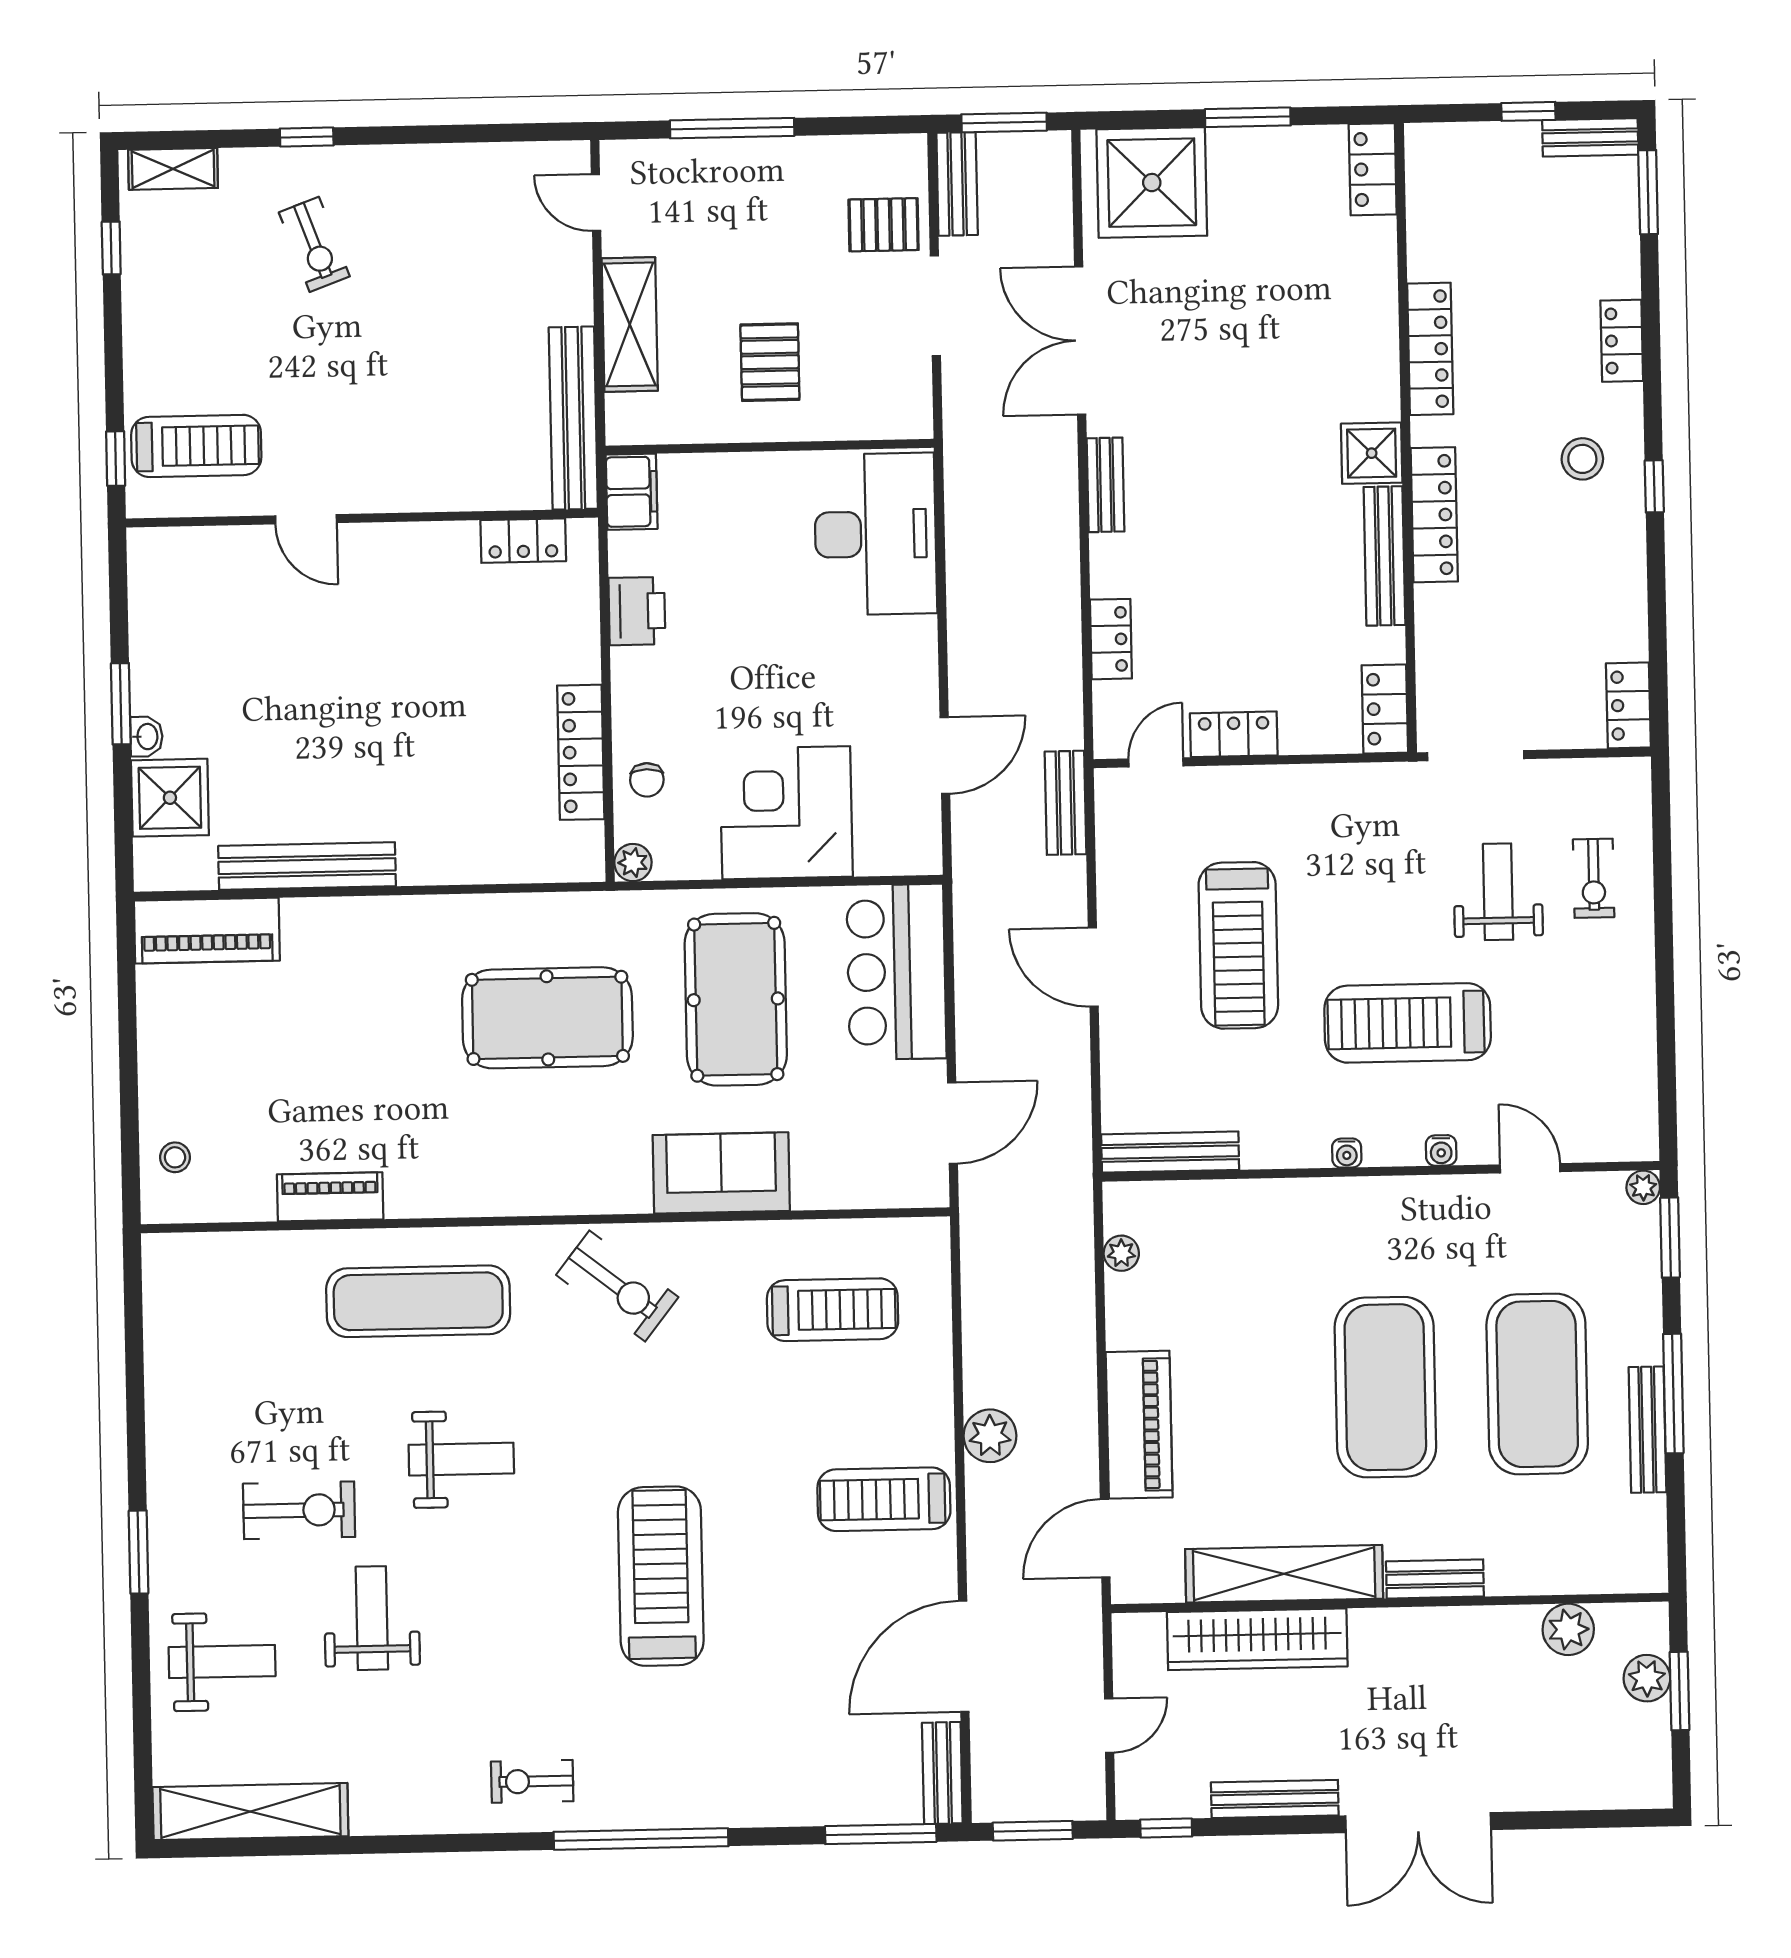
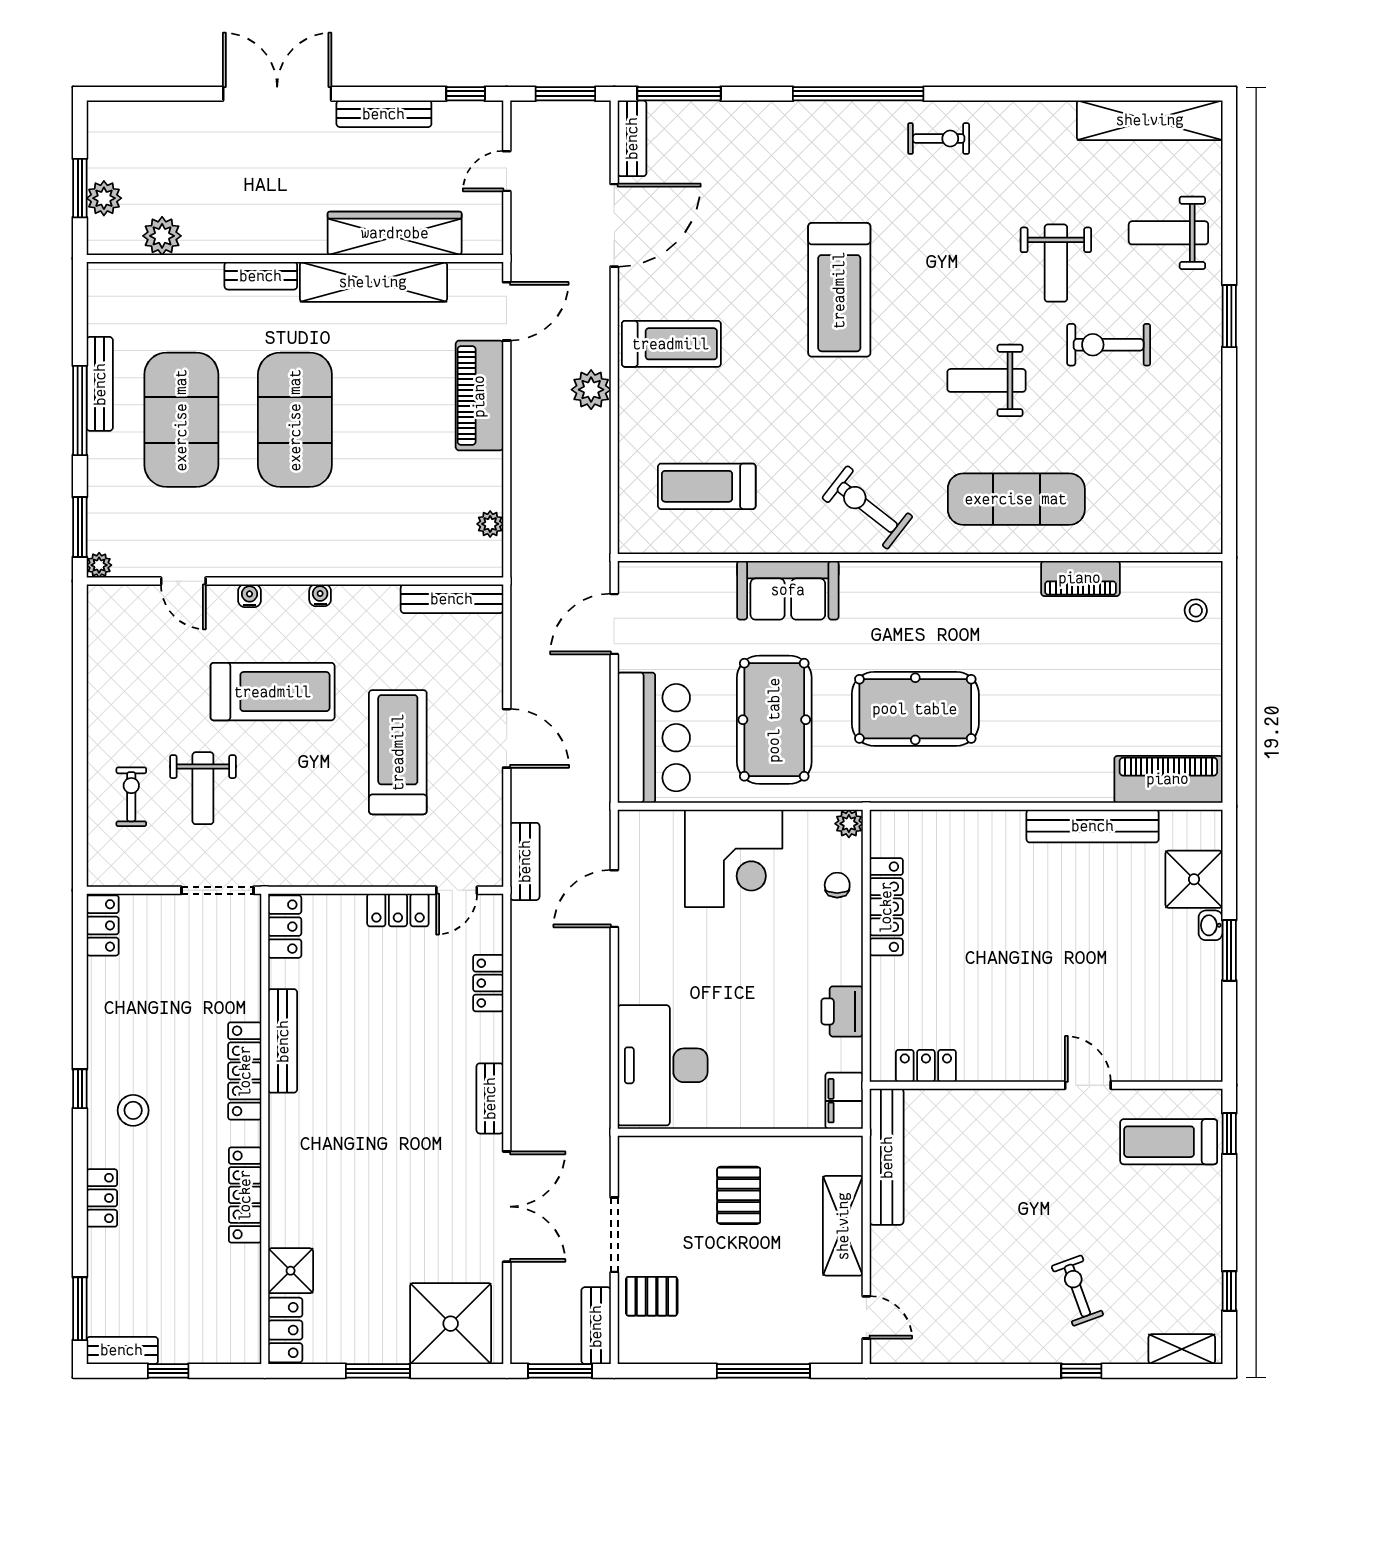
shower: (1372, 453) -> (291, 1271), moved

